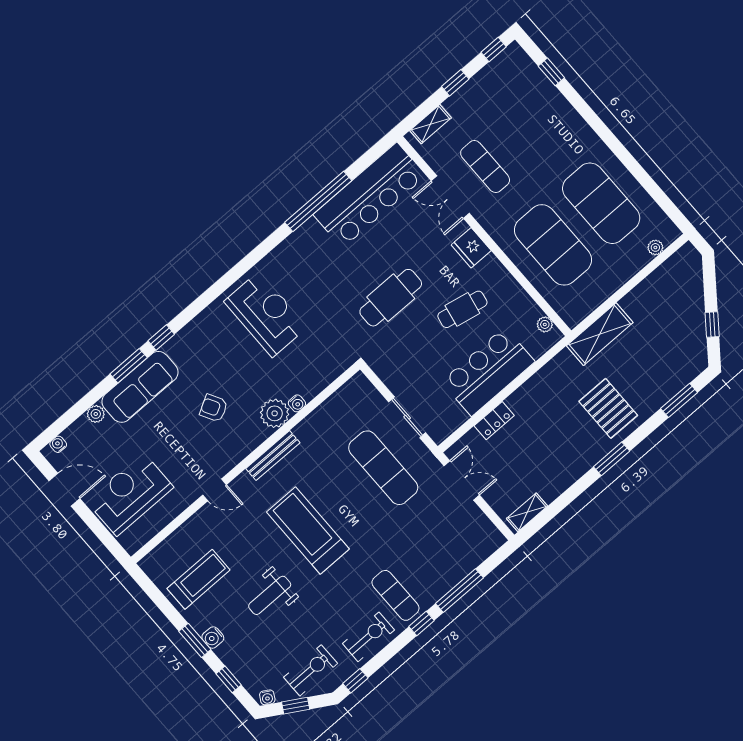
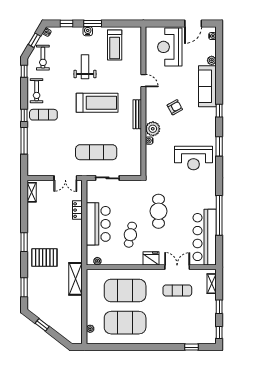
window: (129, 366) -> (219, 146), moved
door: (215, 490) -> (143, 81), swing flipped
reception desk: (130, 494) -> (170, 47), turned 180

